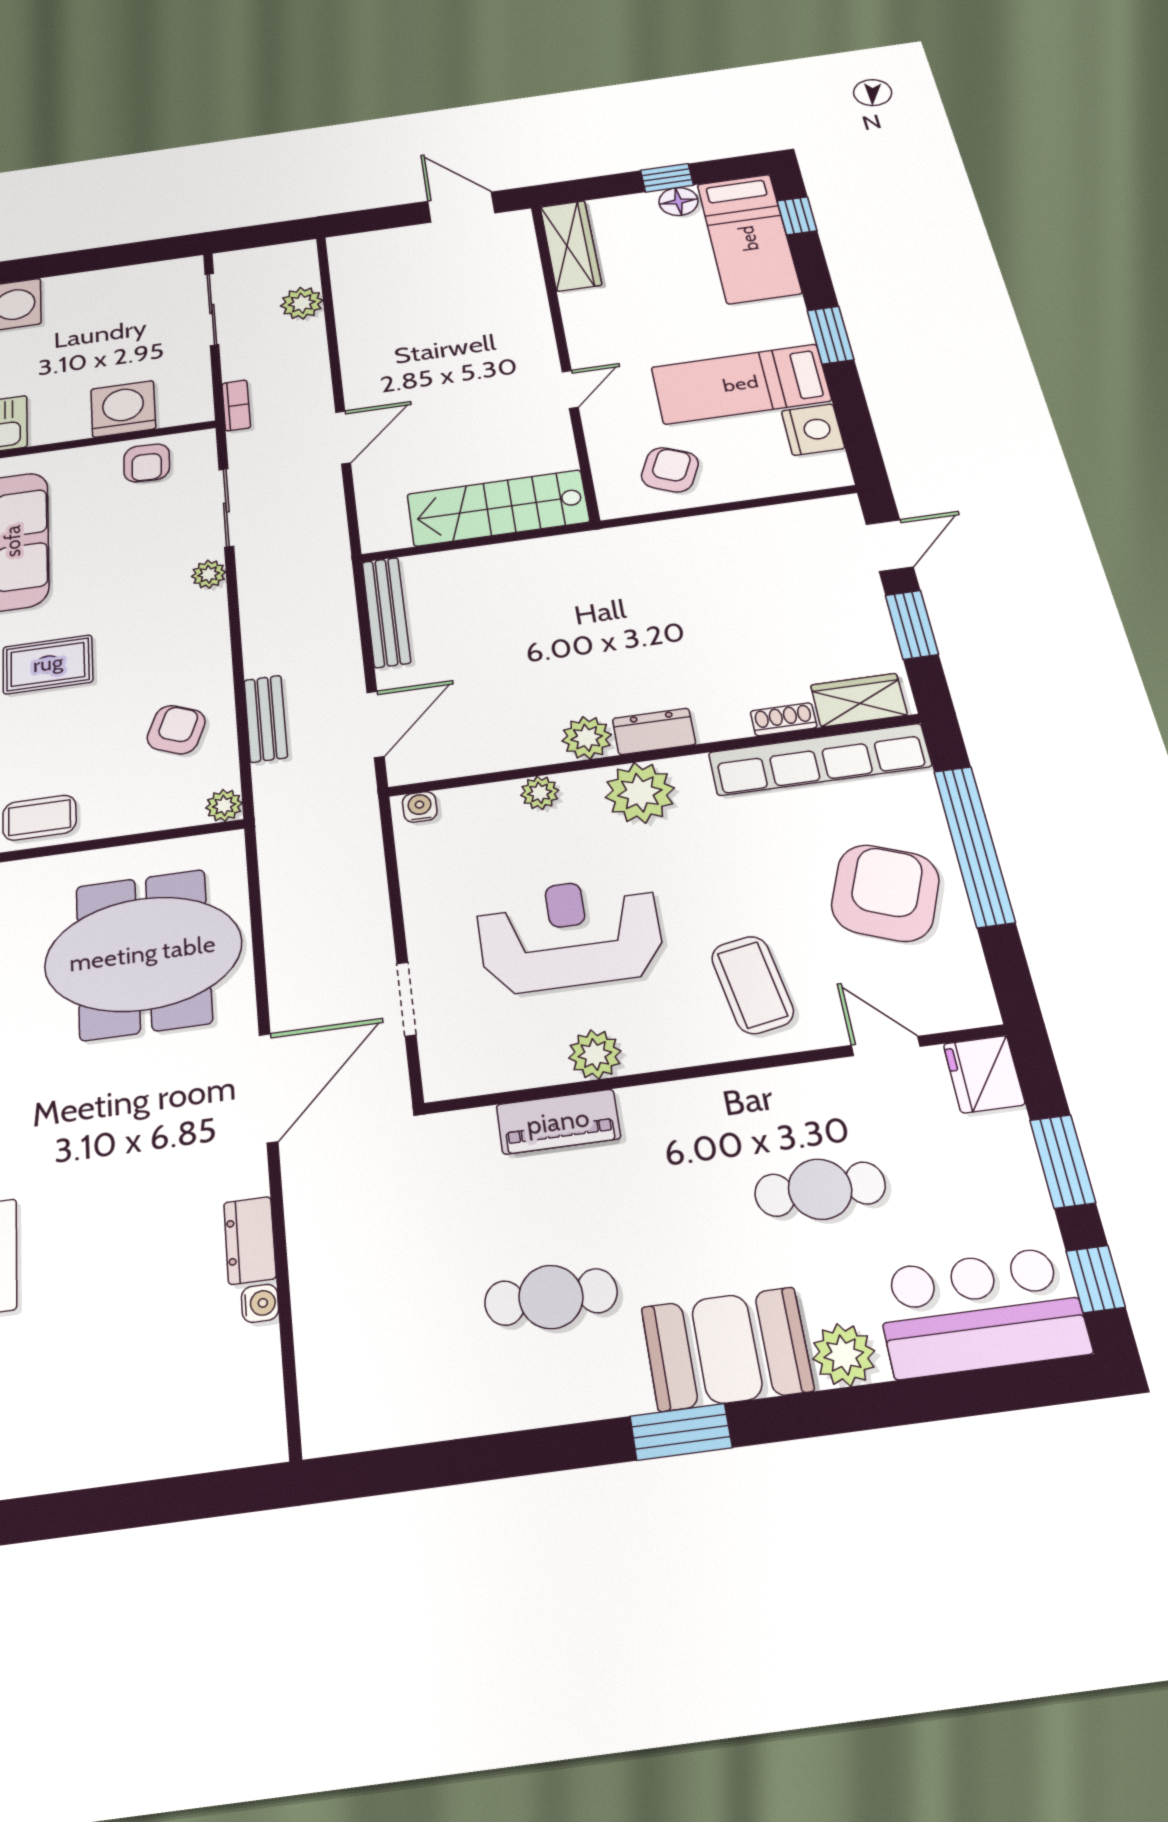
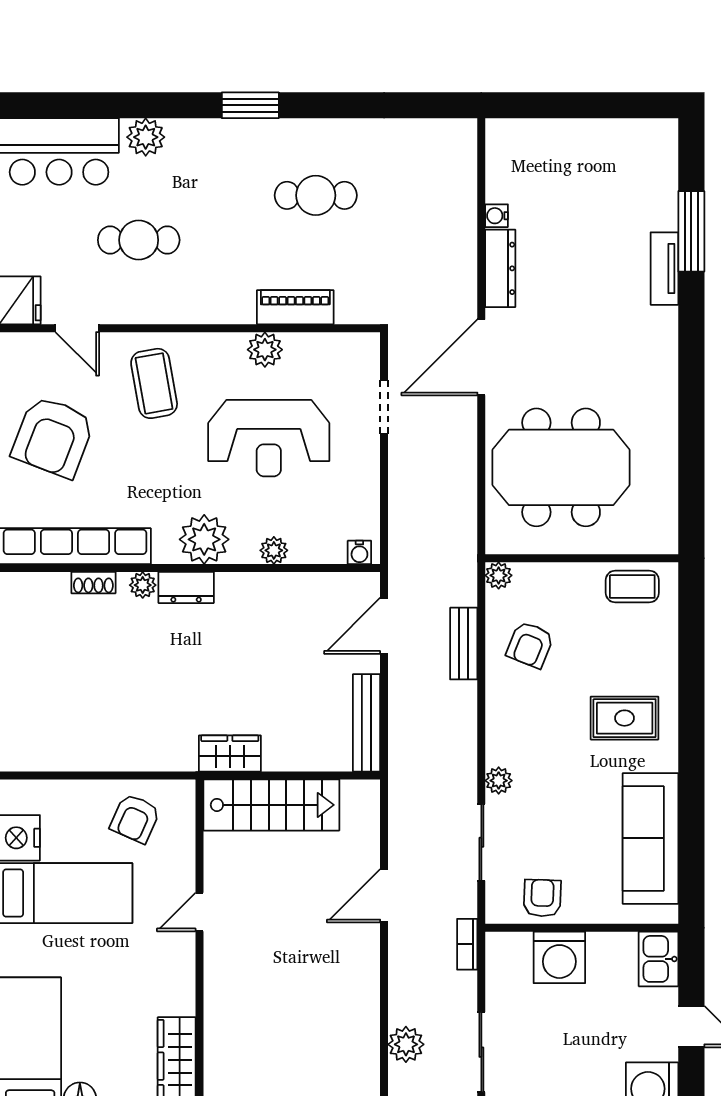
wardrobe: (859, 700) -> (230, 753), moved, turned 180
plant: (587, 738) -> (143, 585), moved, width x0.73, depth x0.73
dresser: (250, 1240) -> (500, 268), width x1.44
booth: (727, 1349) -> (214, 150), removed

